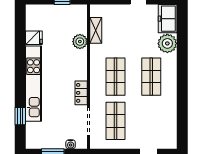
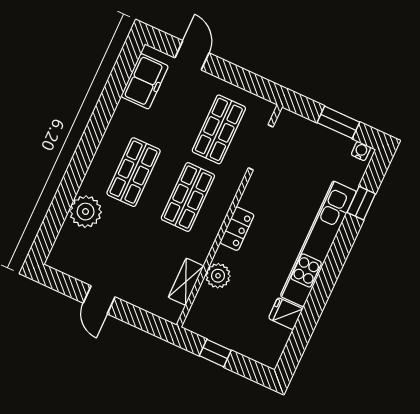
freezer: (168, 19) -> (145, 81), moved
locker: (81, 93) -> (237, 229), moved
water cooler: (71, 144) -> (361, 151), moved

